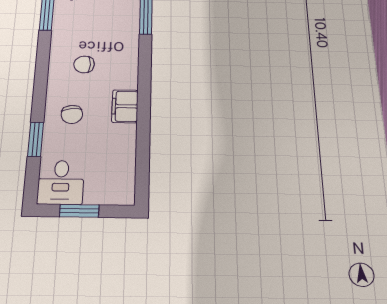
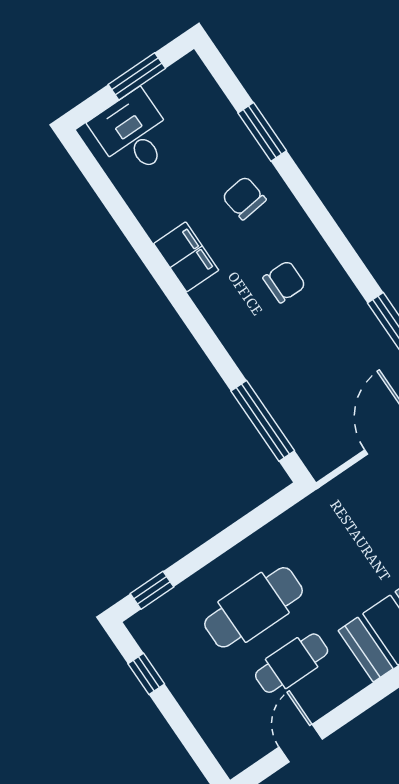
desk: (61, 182) -> (133, 134), moved

